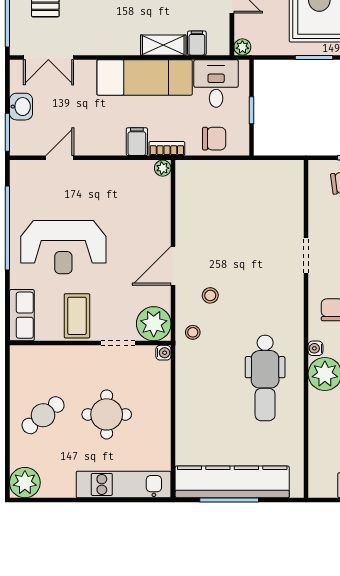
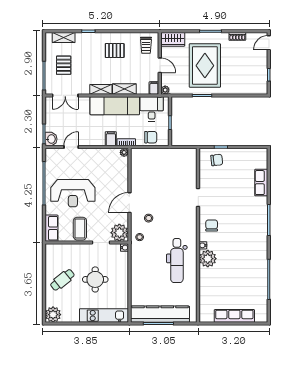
filing cabinet: (197, 43) -> (154, 88), moved
shelving: (118, 46) -> (101, 89), added
washbasin: (21, 107) -> (51, 139), moved

